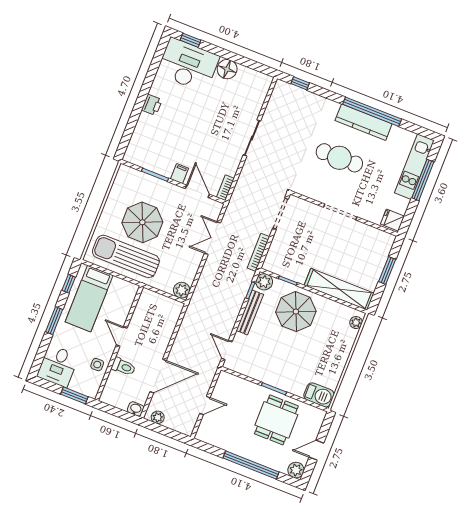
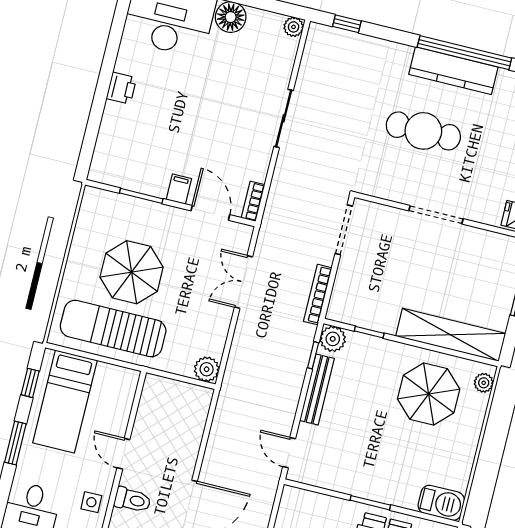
plant: (266, 81) -> (294, 27), added
parasol: (296, 312) -> (429, 394), moved

